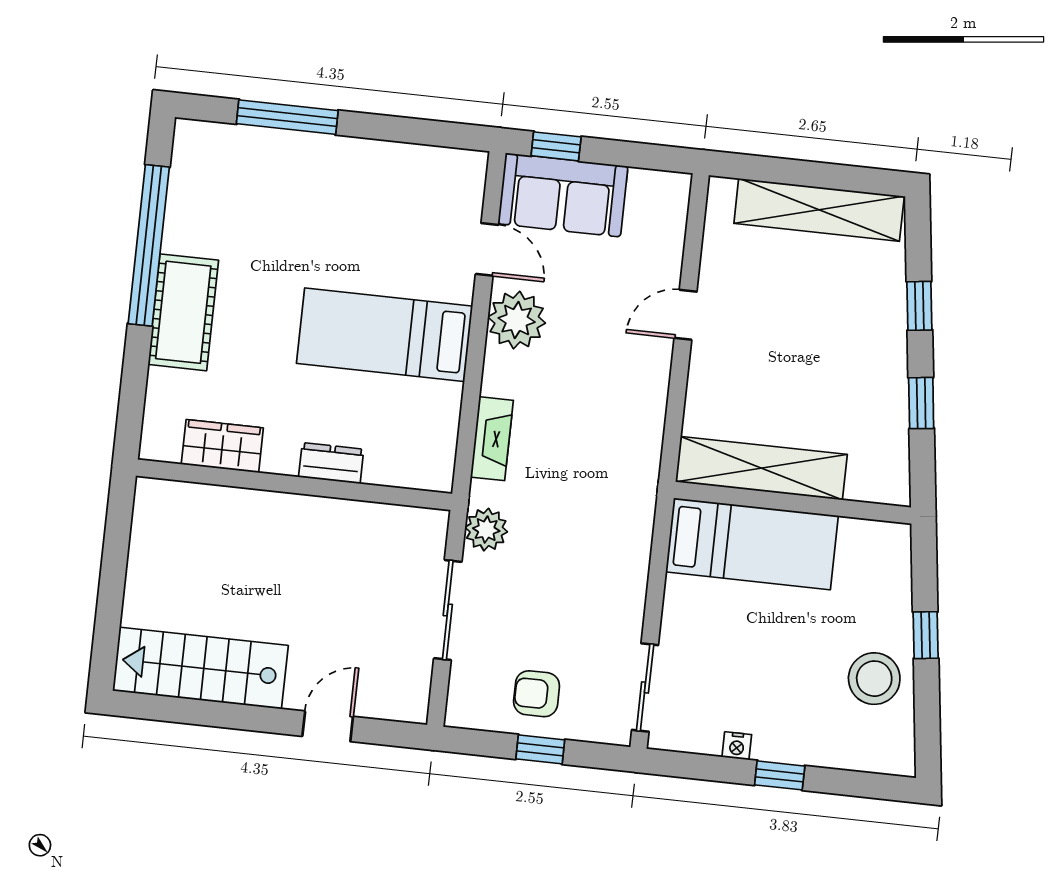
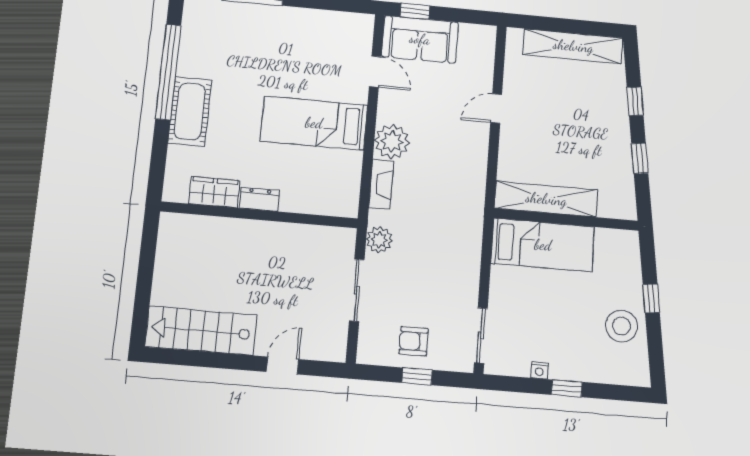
plant: (517, 320) -> (392, 141), moved
dresser: (331, 463) -> (259, 199), moved

